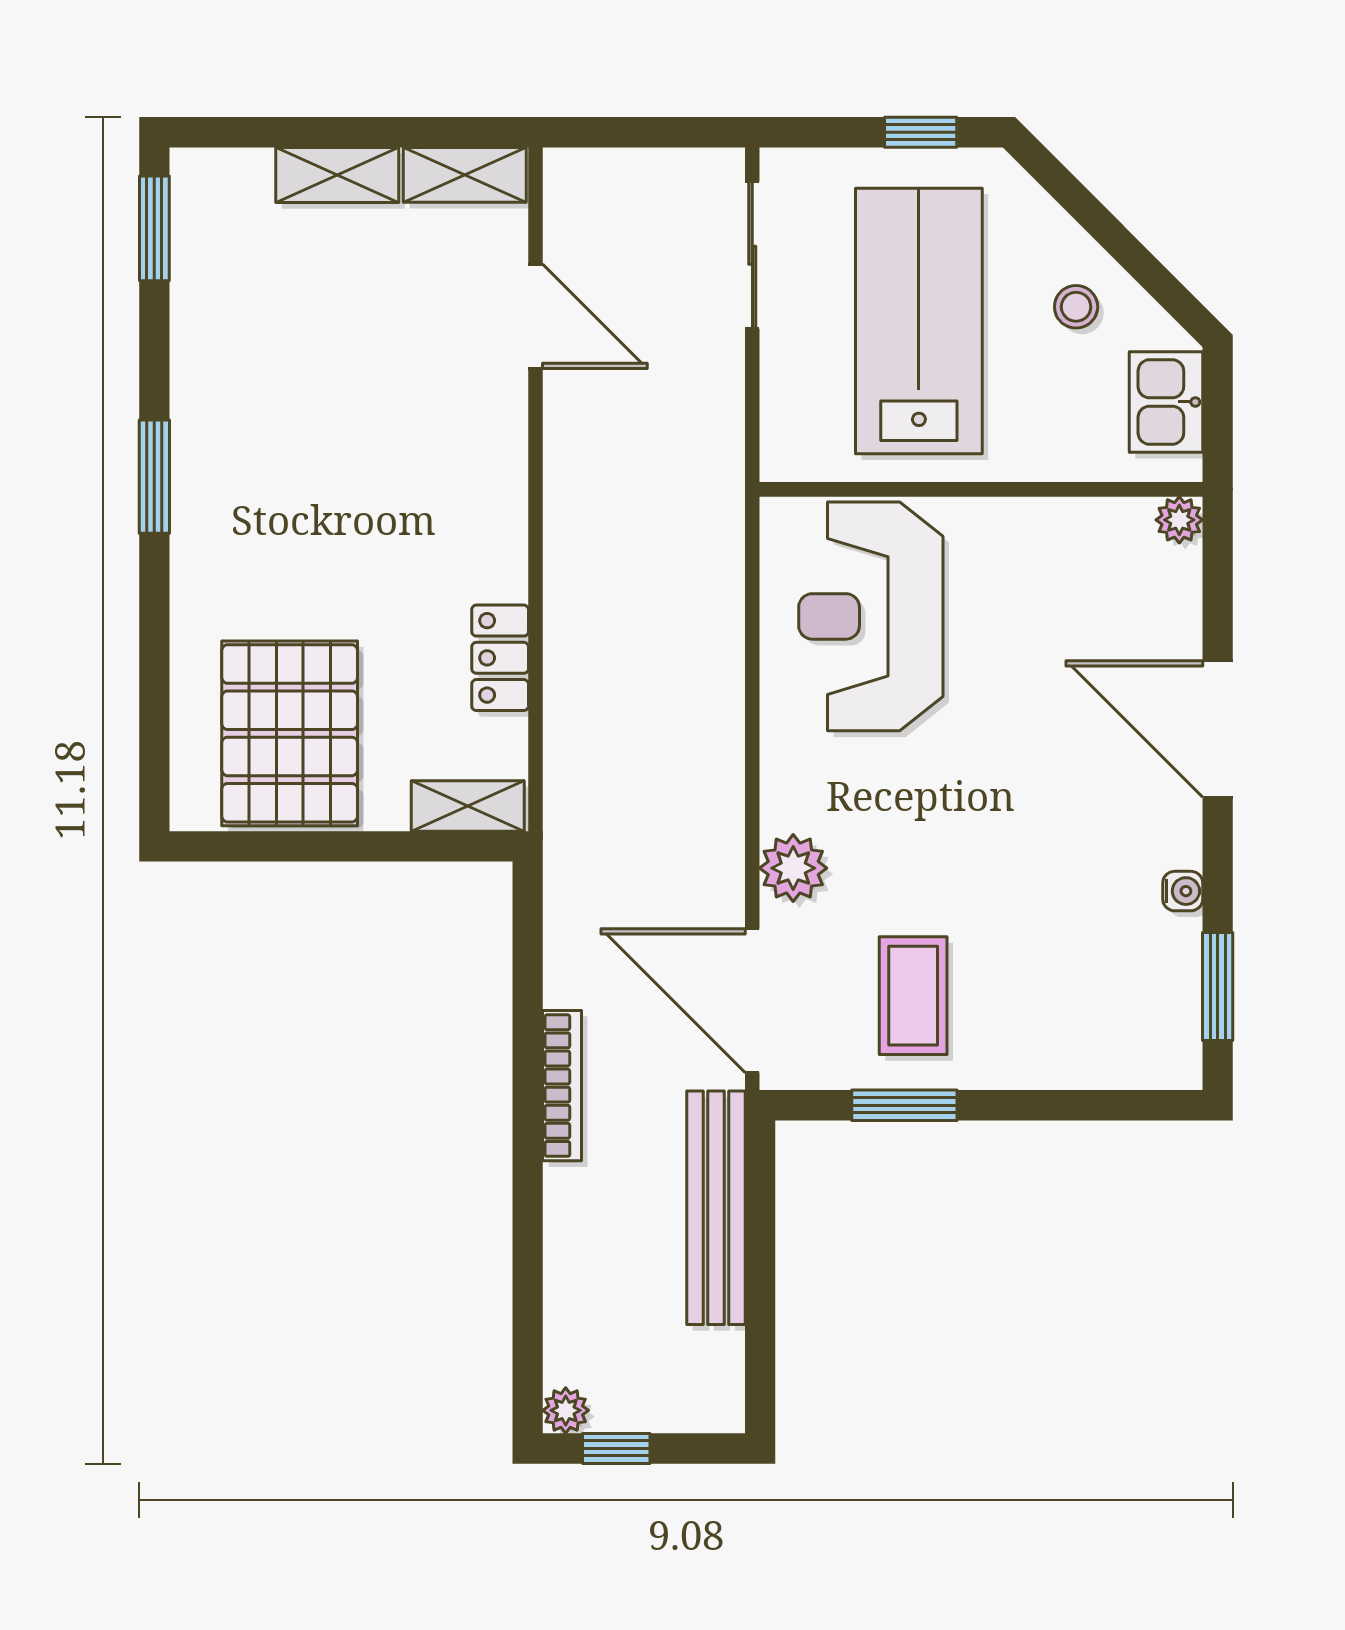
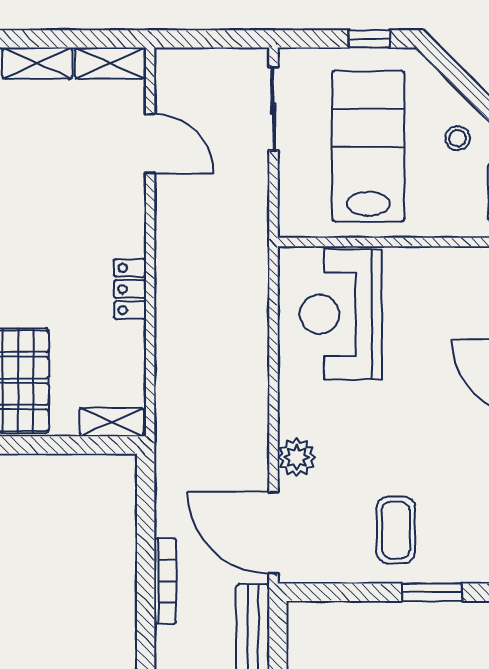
locker: (500, 658) -> (130, 289), moved
coffee table: (913, 996) -> (396, 530), moved
window: (904, 1105) -> (432, 592), moved

